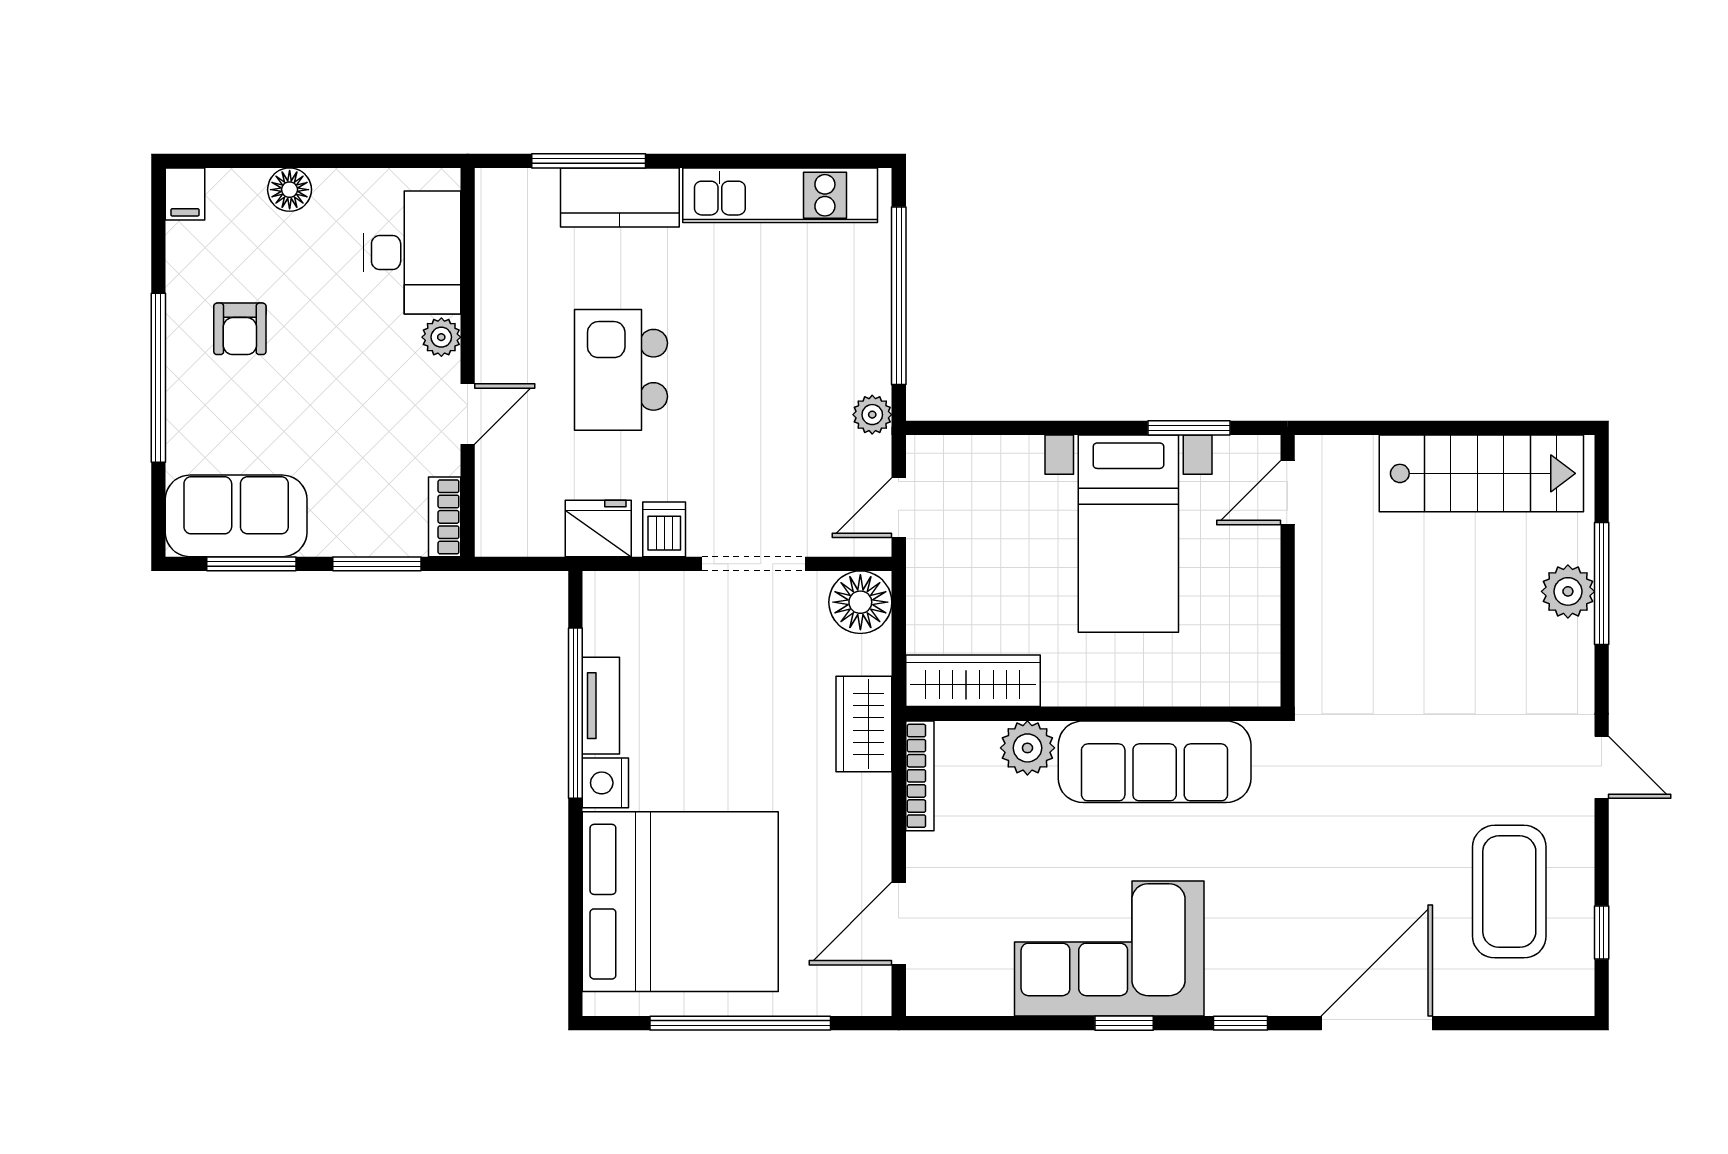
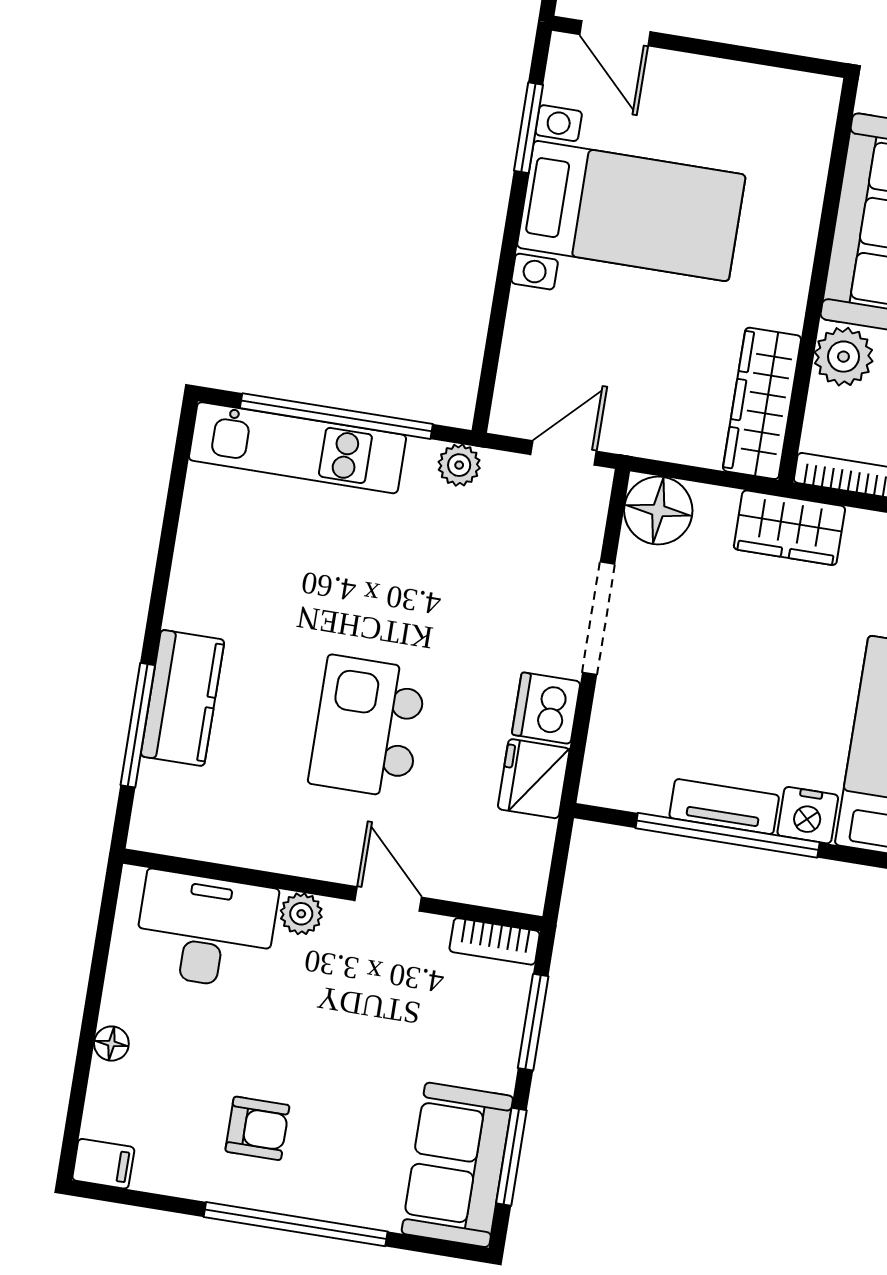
floor lamp: (290, 190) -> (111, 1044), width x0.73, depth x0.73
kitchen unit: (780, 195) -> (297, 448), moved, turned 90
kitchen island: (621, 370) -> (367, 727), turned 90
door: (899, 508) -> (564, 453), swing flipped
dishwasher: (664, 529) -> (546, 708), width x1.38

